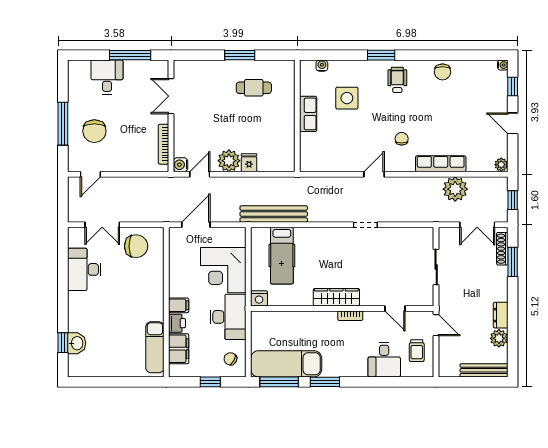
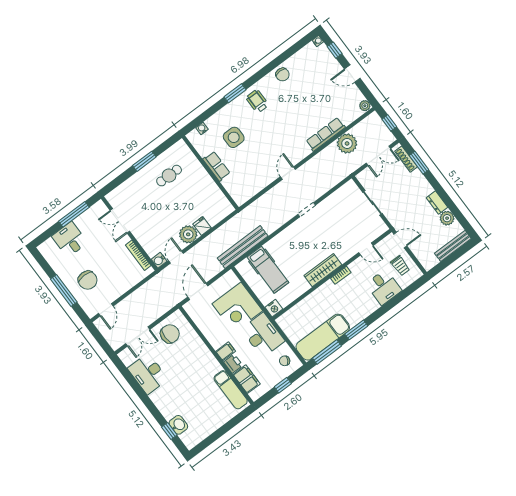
chair: (402, 139) -> (288, 137), removed

